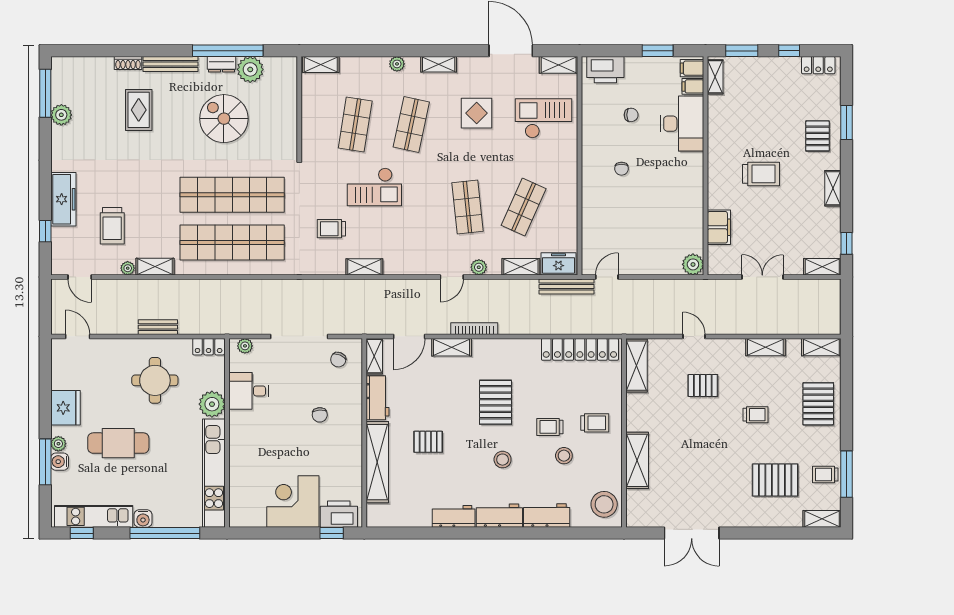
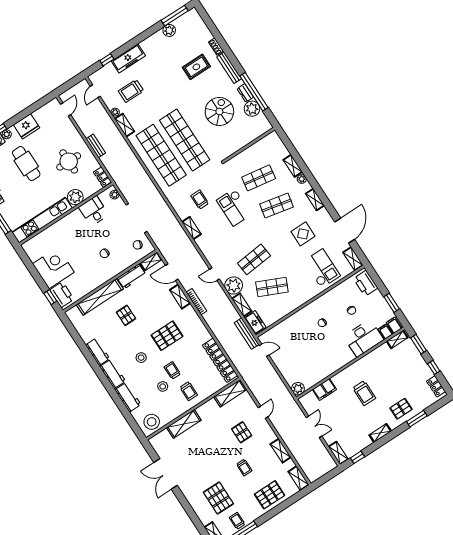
shelving: (321, 64) -> (293, 166), moved
plant: (479, 267) -> (234, 285), width x1.87, depth x1.87

